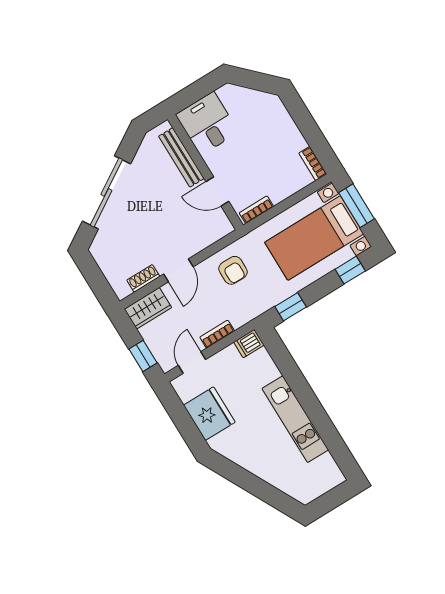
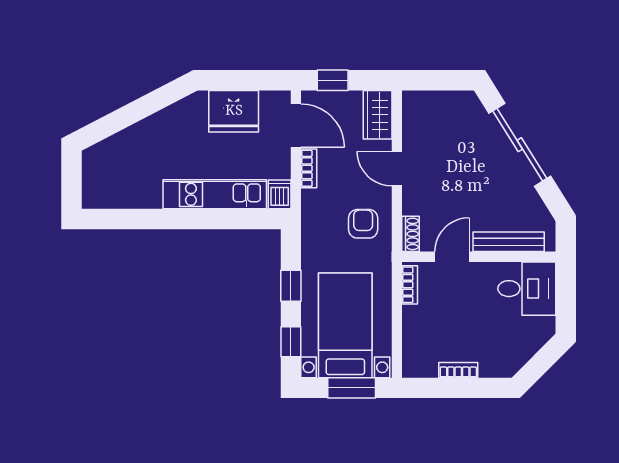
bookcase: (313, 163) -> (458, 370), moved
armchair: (233, 270) -> (363, 224), turned 90
shoe rack: (143, 278) -> (410, 234), moved
window: (291, 307) -> (291, 286), moved
door: (192, 362) -> (296, 125), width x1.38
kitchen unit: (295, 419) -> (215, 194), moved

